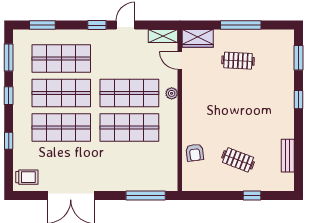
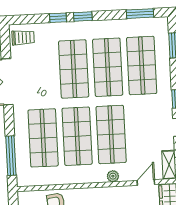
window: (9, 96) -> (83, 17), moved
shop shelf: (129, 162) -> (43, 138), added
trolley: (27, 177) -> (23, 38), turned -90

